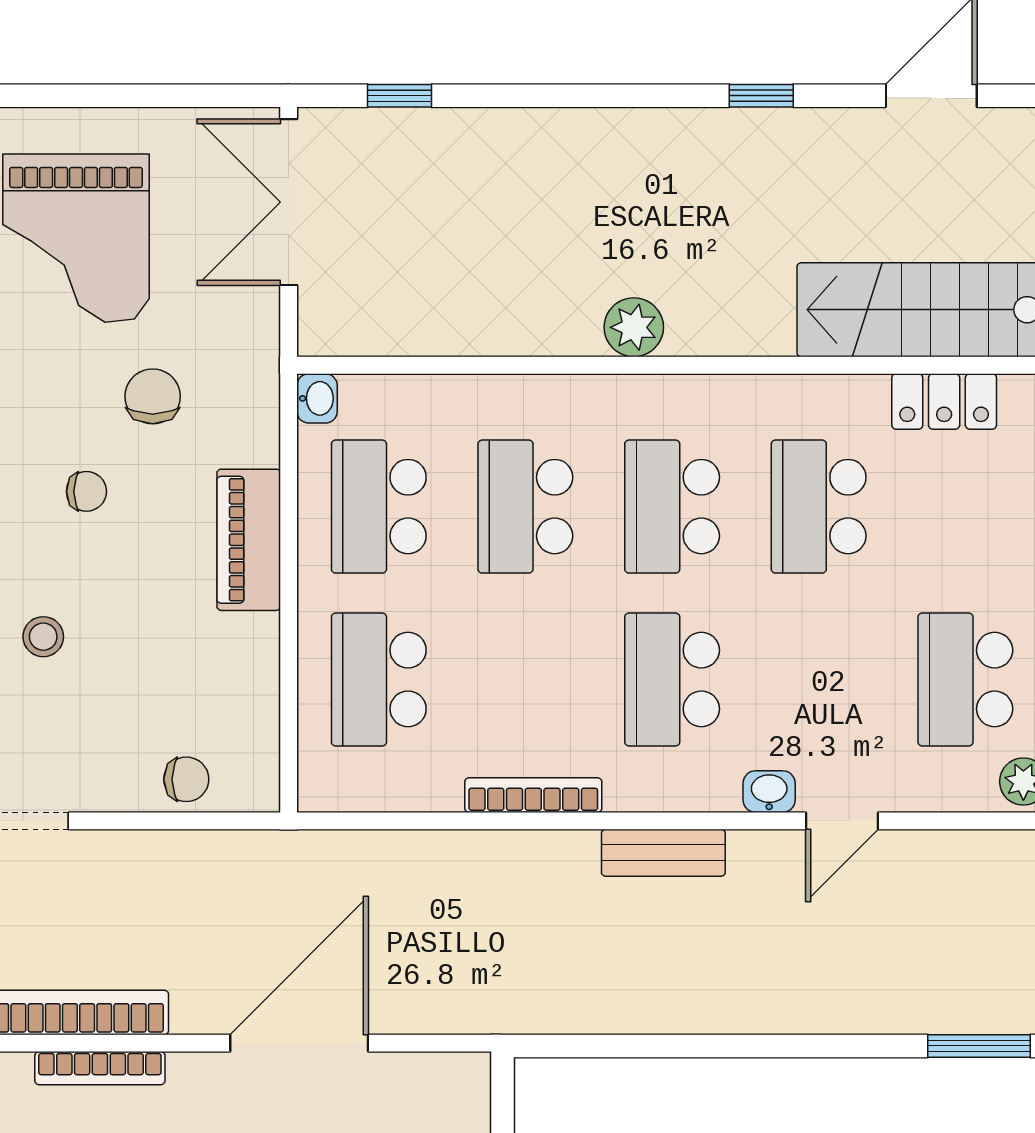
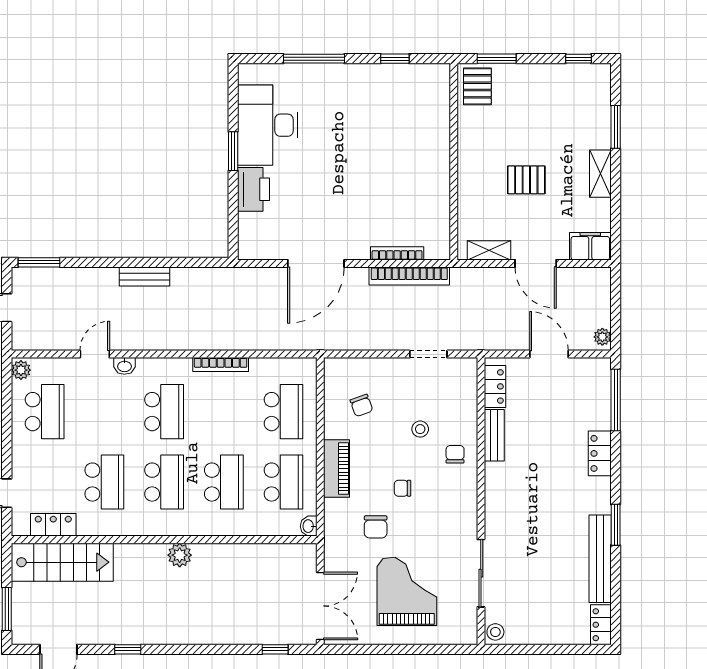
chair: (186, 779) -> (361, 405), moved, turned -110
bench: (663, 853) -> (144, 277), moved

